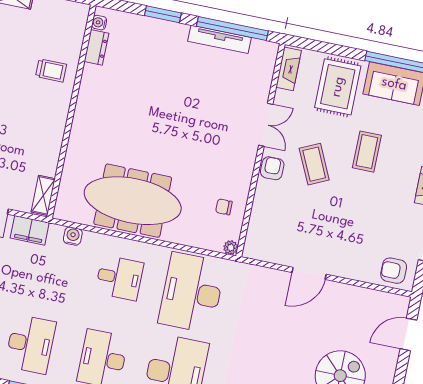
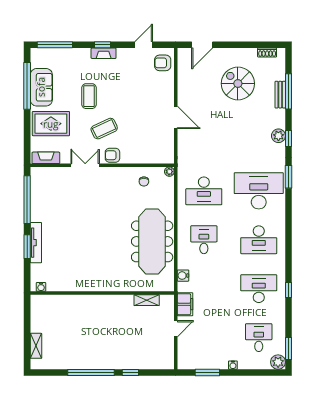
tv unit: (220, 39) -> (36, 243), moved
dresser: (96, 47) -> (57, 285), removed
trolley: (51, 70) -> (78, 312), removed
coffee table: (367, 152) -> (89, 96), turned 90
shelving: (43, 195) -> (147, 300), moved
armchair: (394, 271) -> (163, 63), turned 90
desk: (192, 293) -> (204, 191), width x0.73, depth x0.77
door: (408, 334) -> (202, 45), hinge flipped

